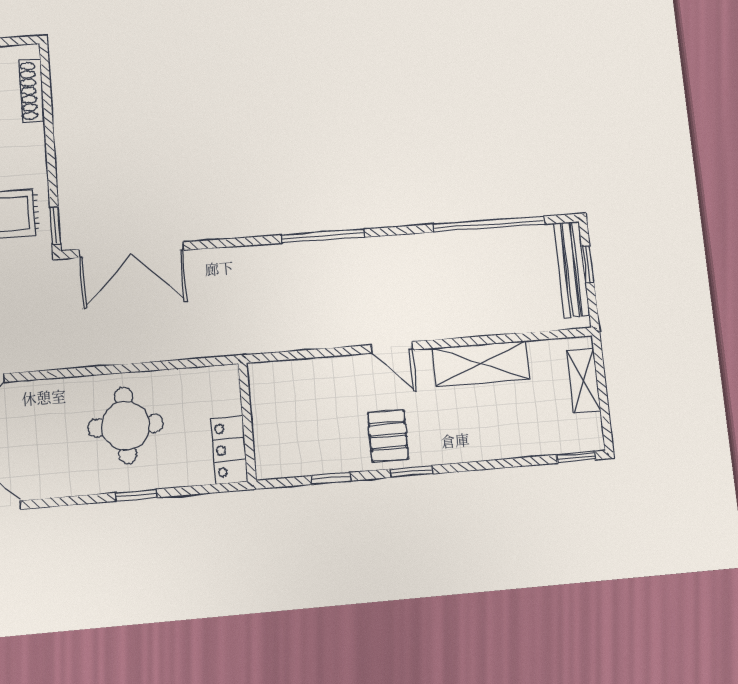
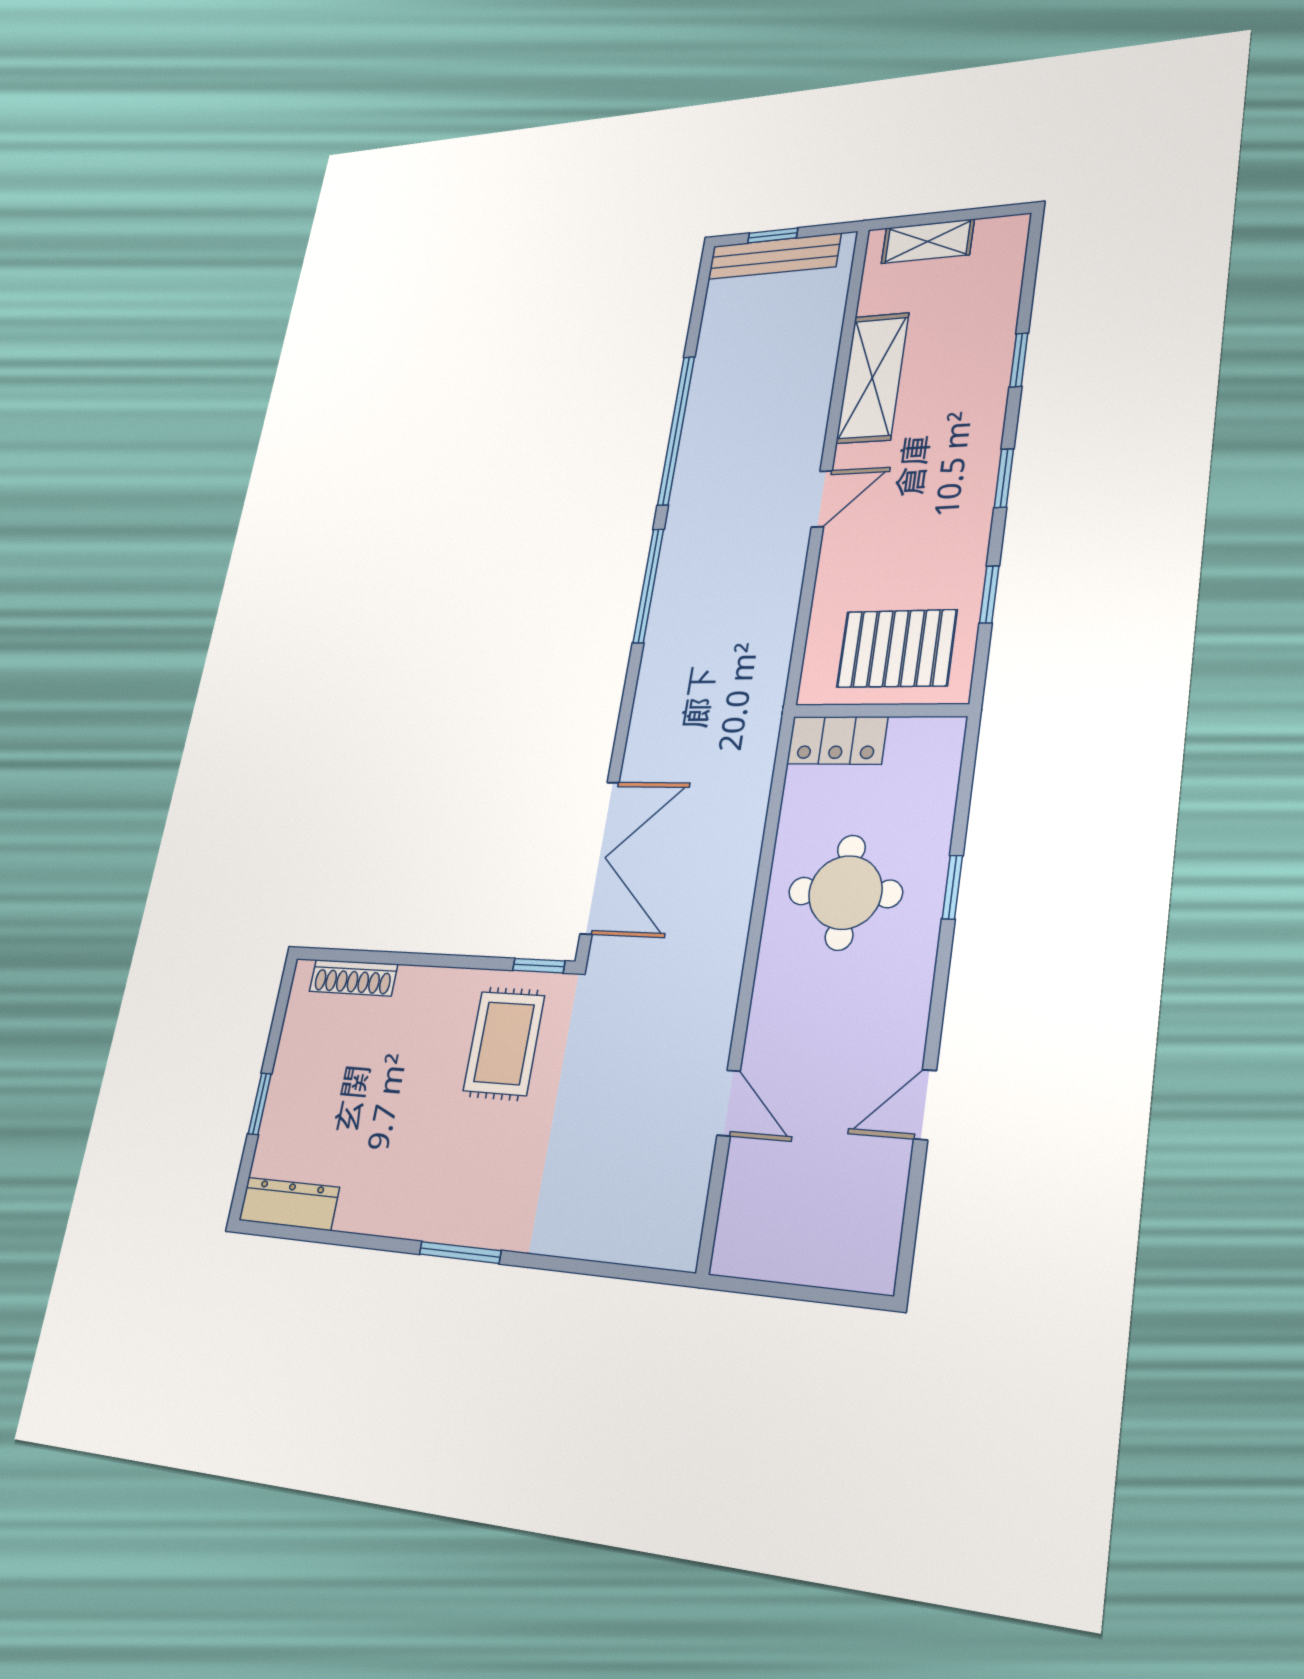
window: (489, 224) -> (676, 430), moved
pallet: (388, 436) -> (897, 649), moved, width x1.50, depth x1.42
locker: (229, 450) -> (837, 740), moved
window: (576, 457) -> (1019, 360), moved

